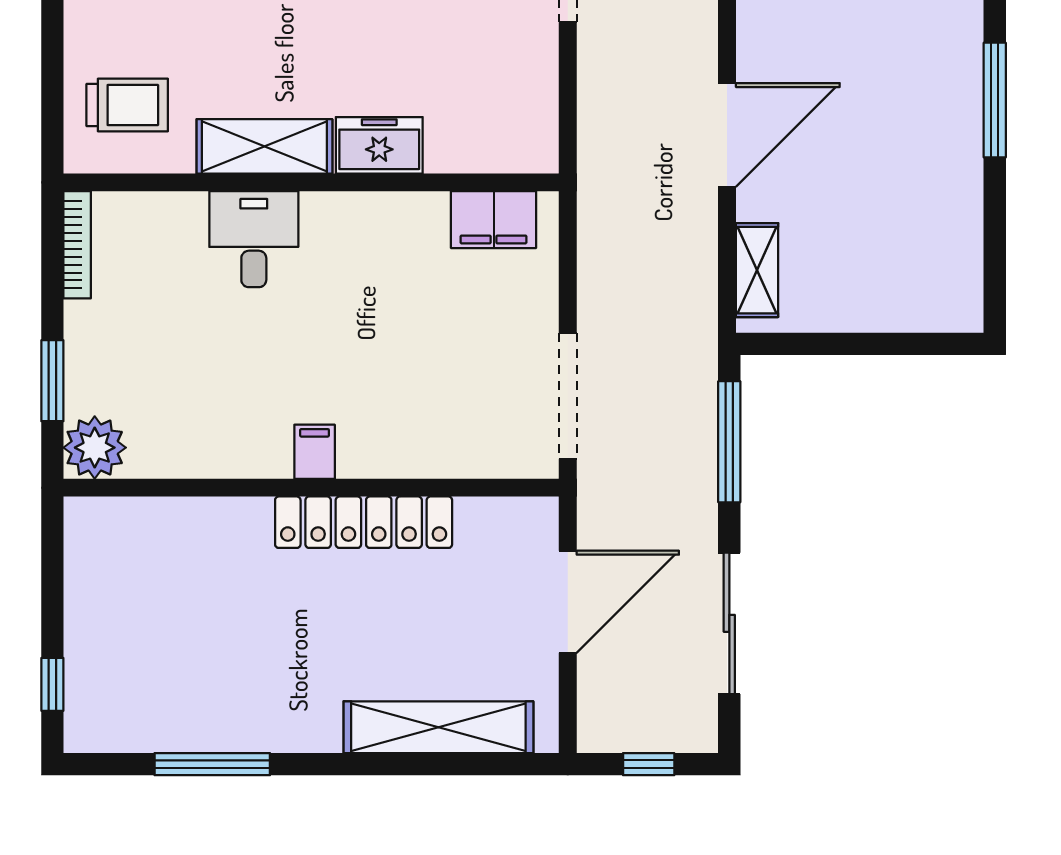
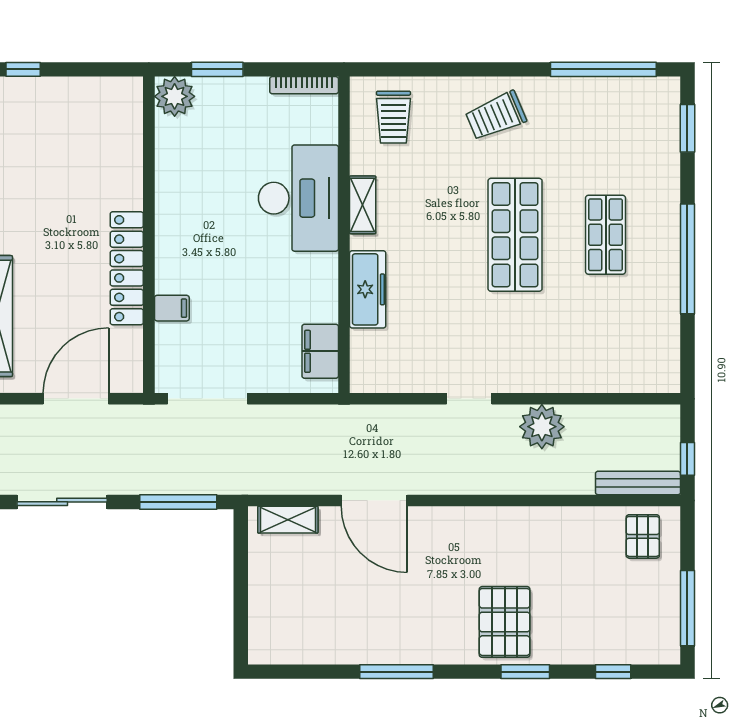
freezer: (379, 145) -> (368, 289), width x1.40
shelving: (264, 146) -> (363, 205), width x0.67, depth x0.75
desk: (254, 239) -> (298, 198), width x1.87, depth x1.30
filing cabinet: (315, 452) -> (172, 308), moved
door: (568, 602) -> (76, 399), swing flipped

